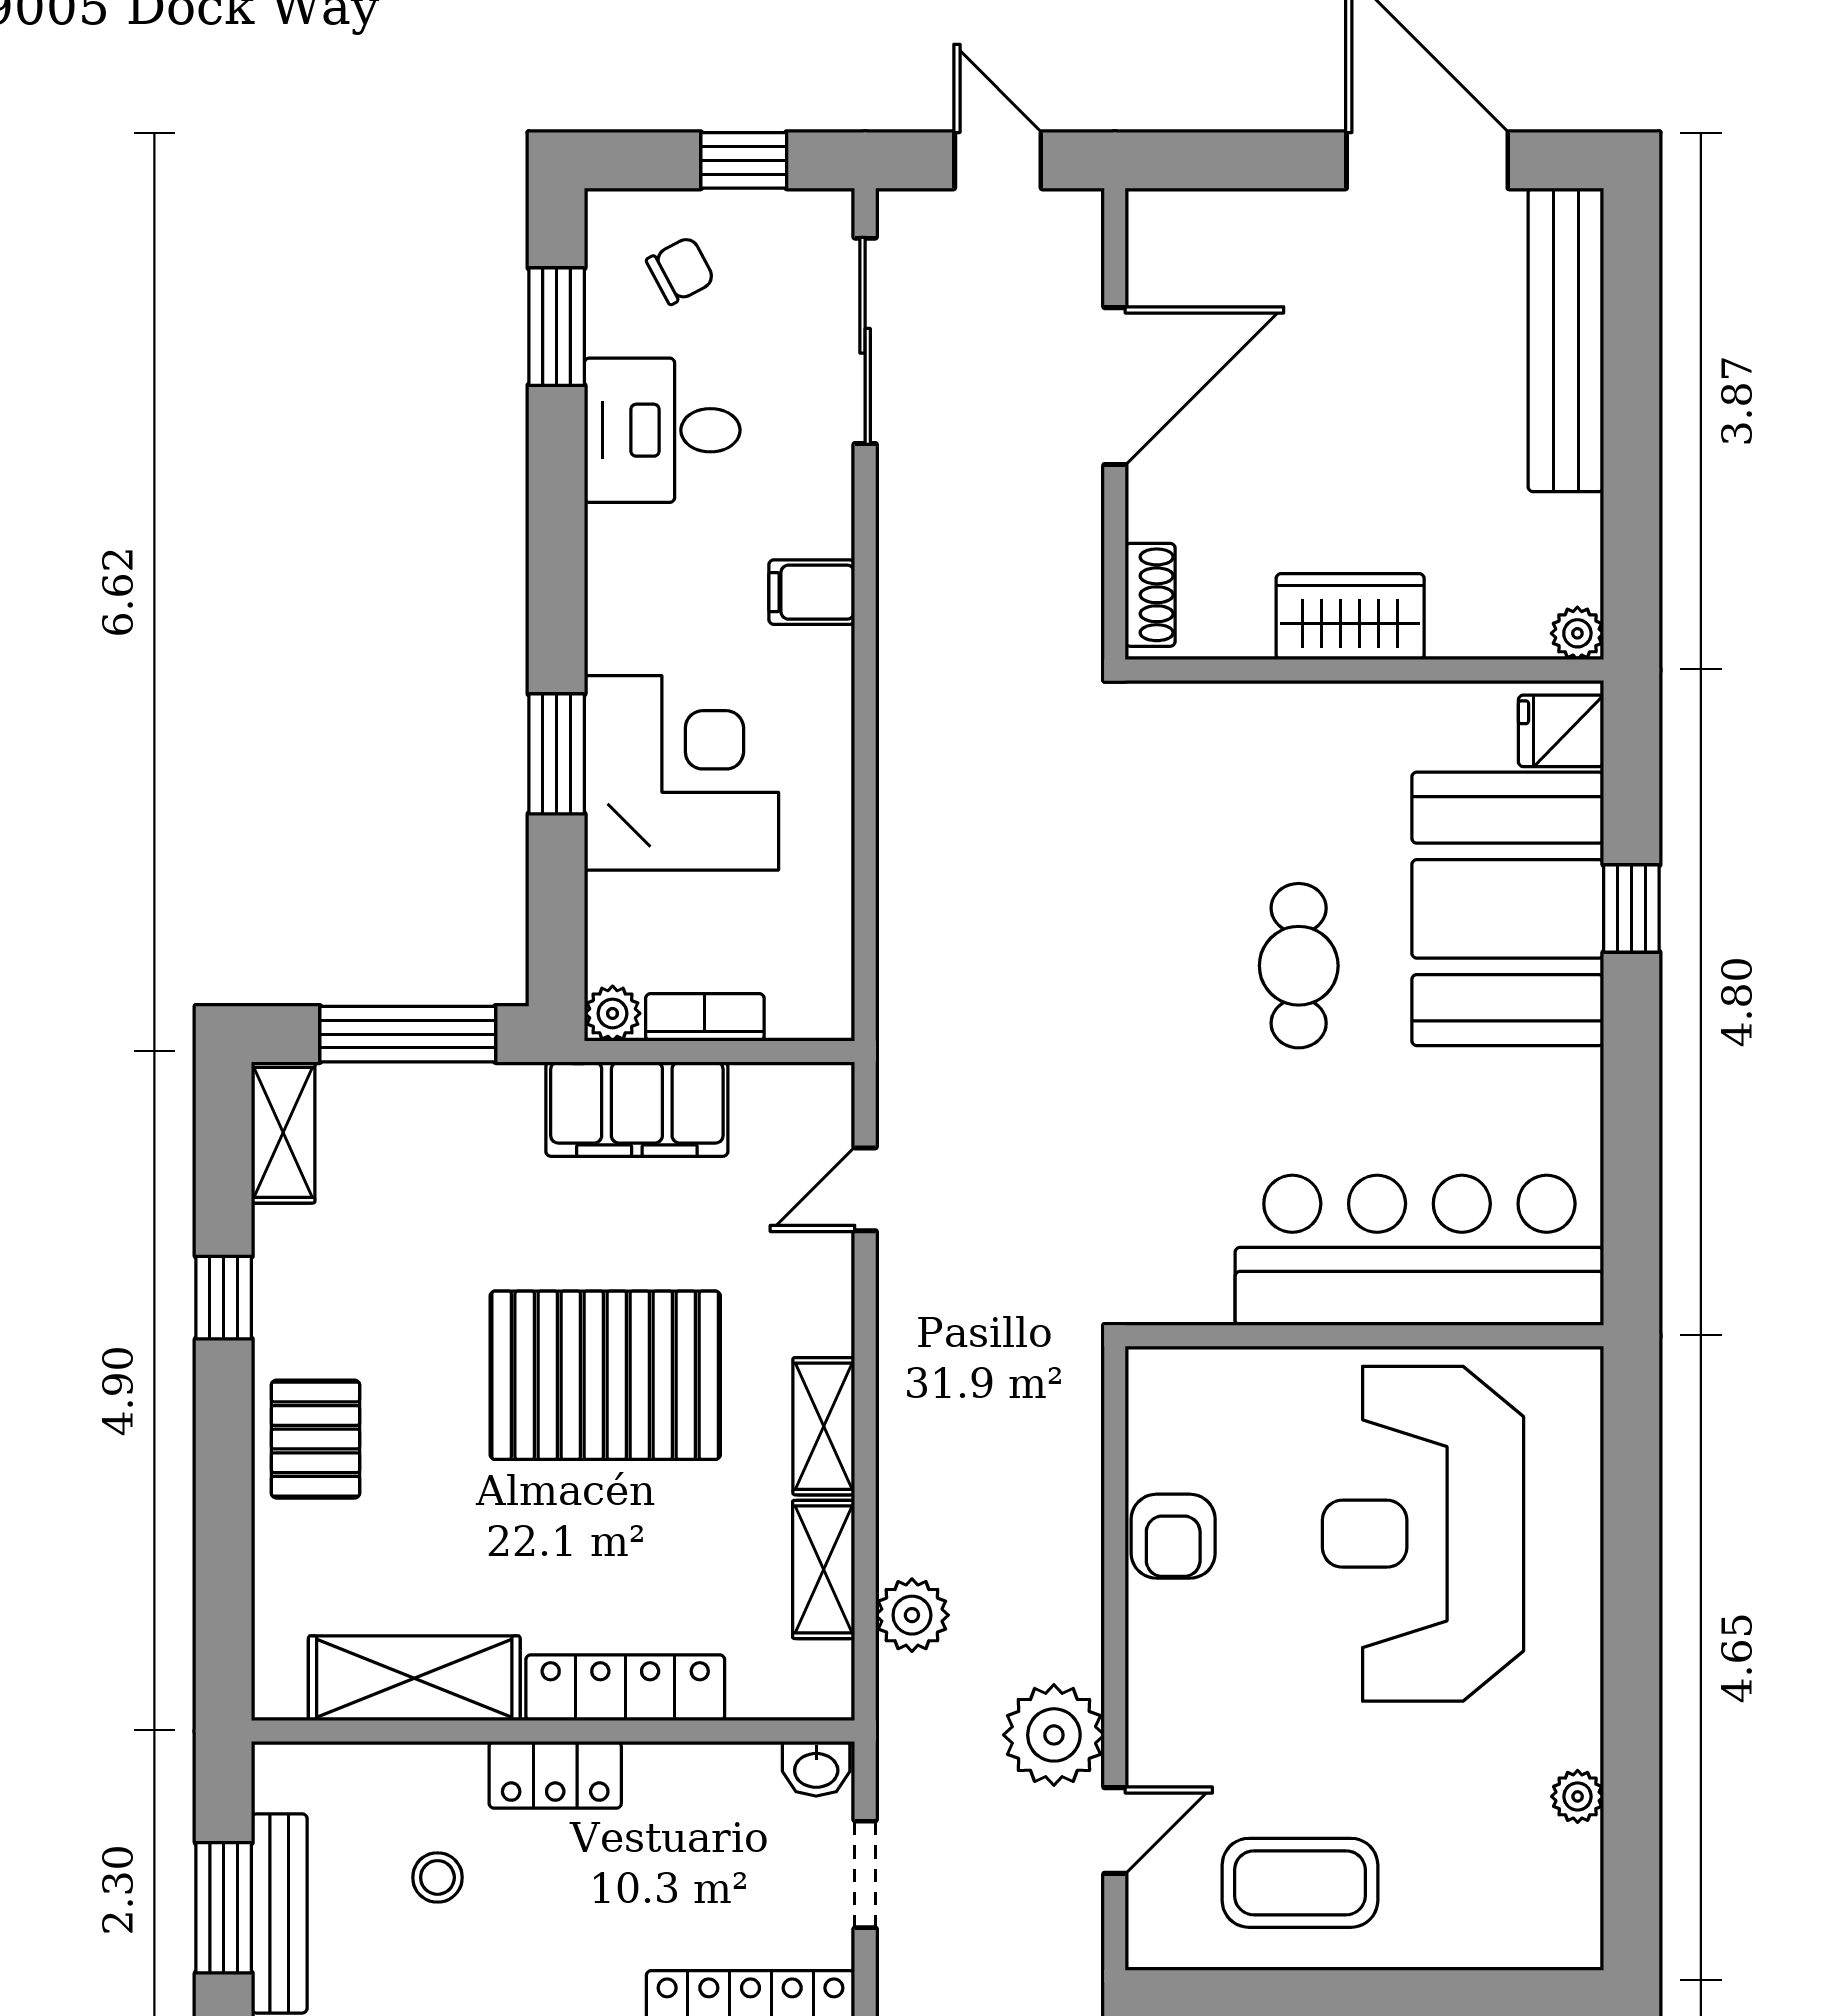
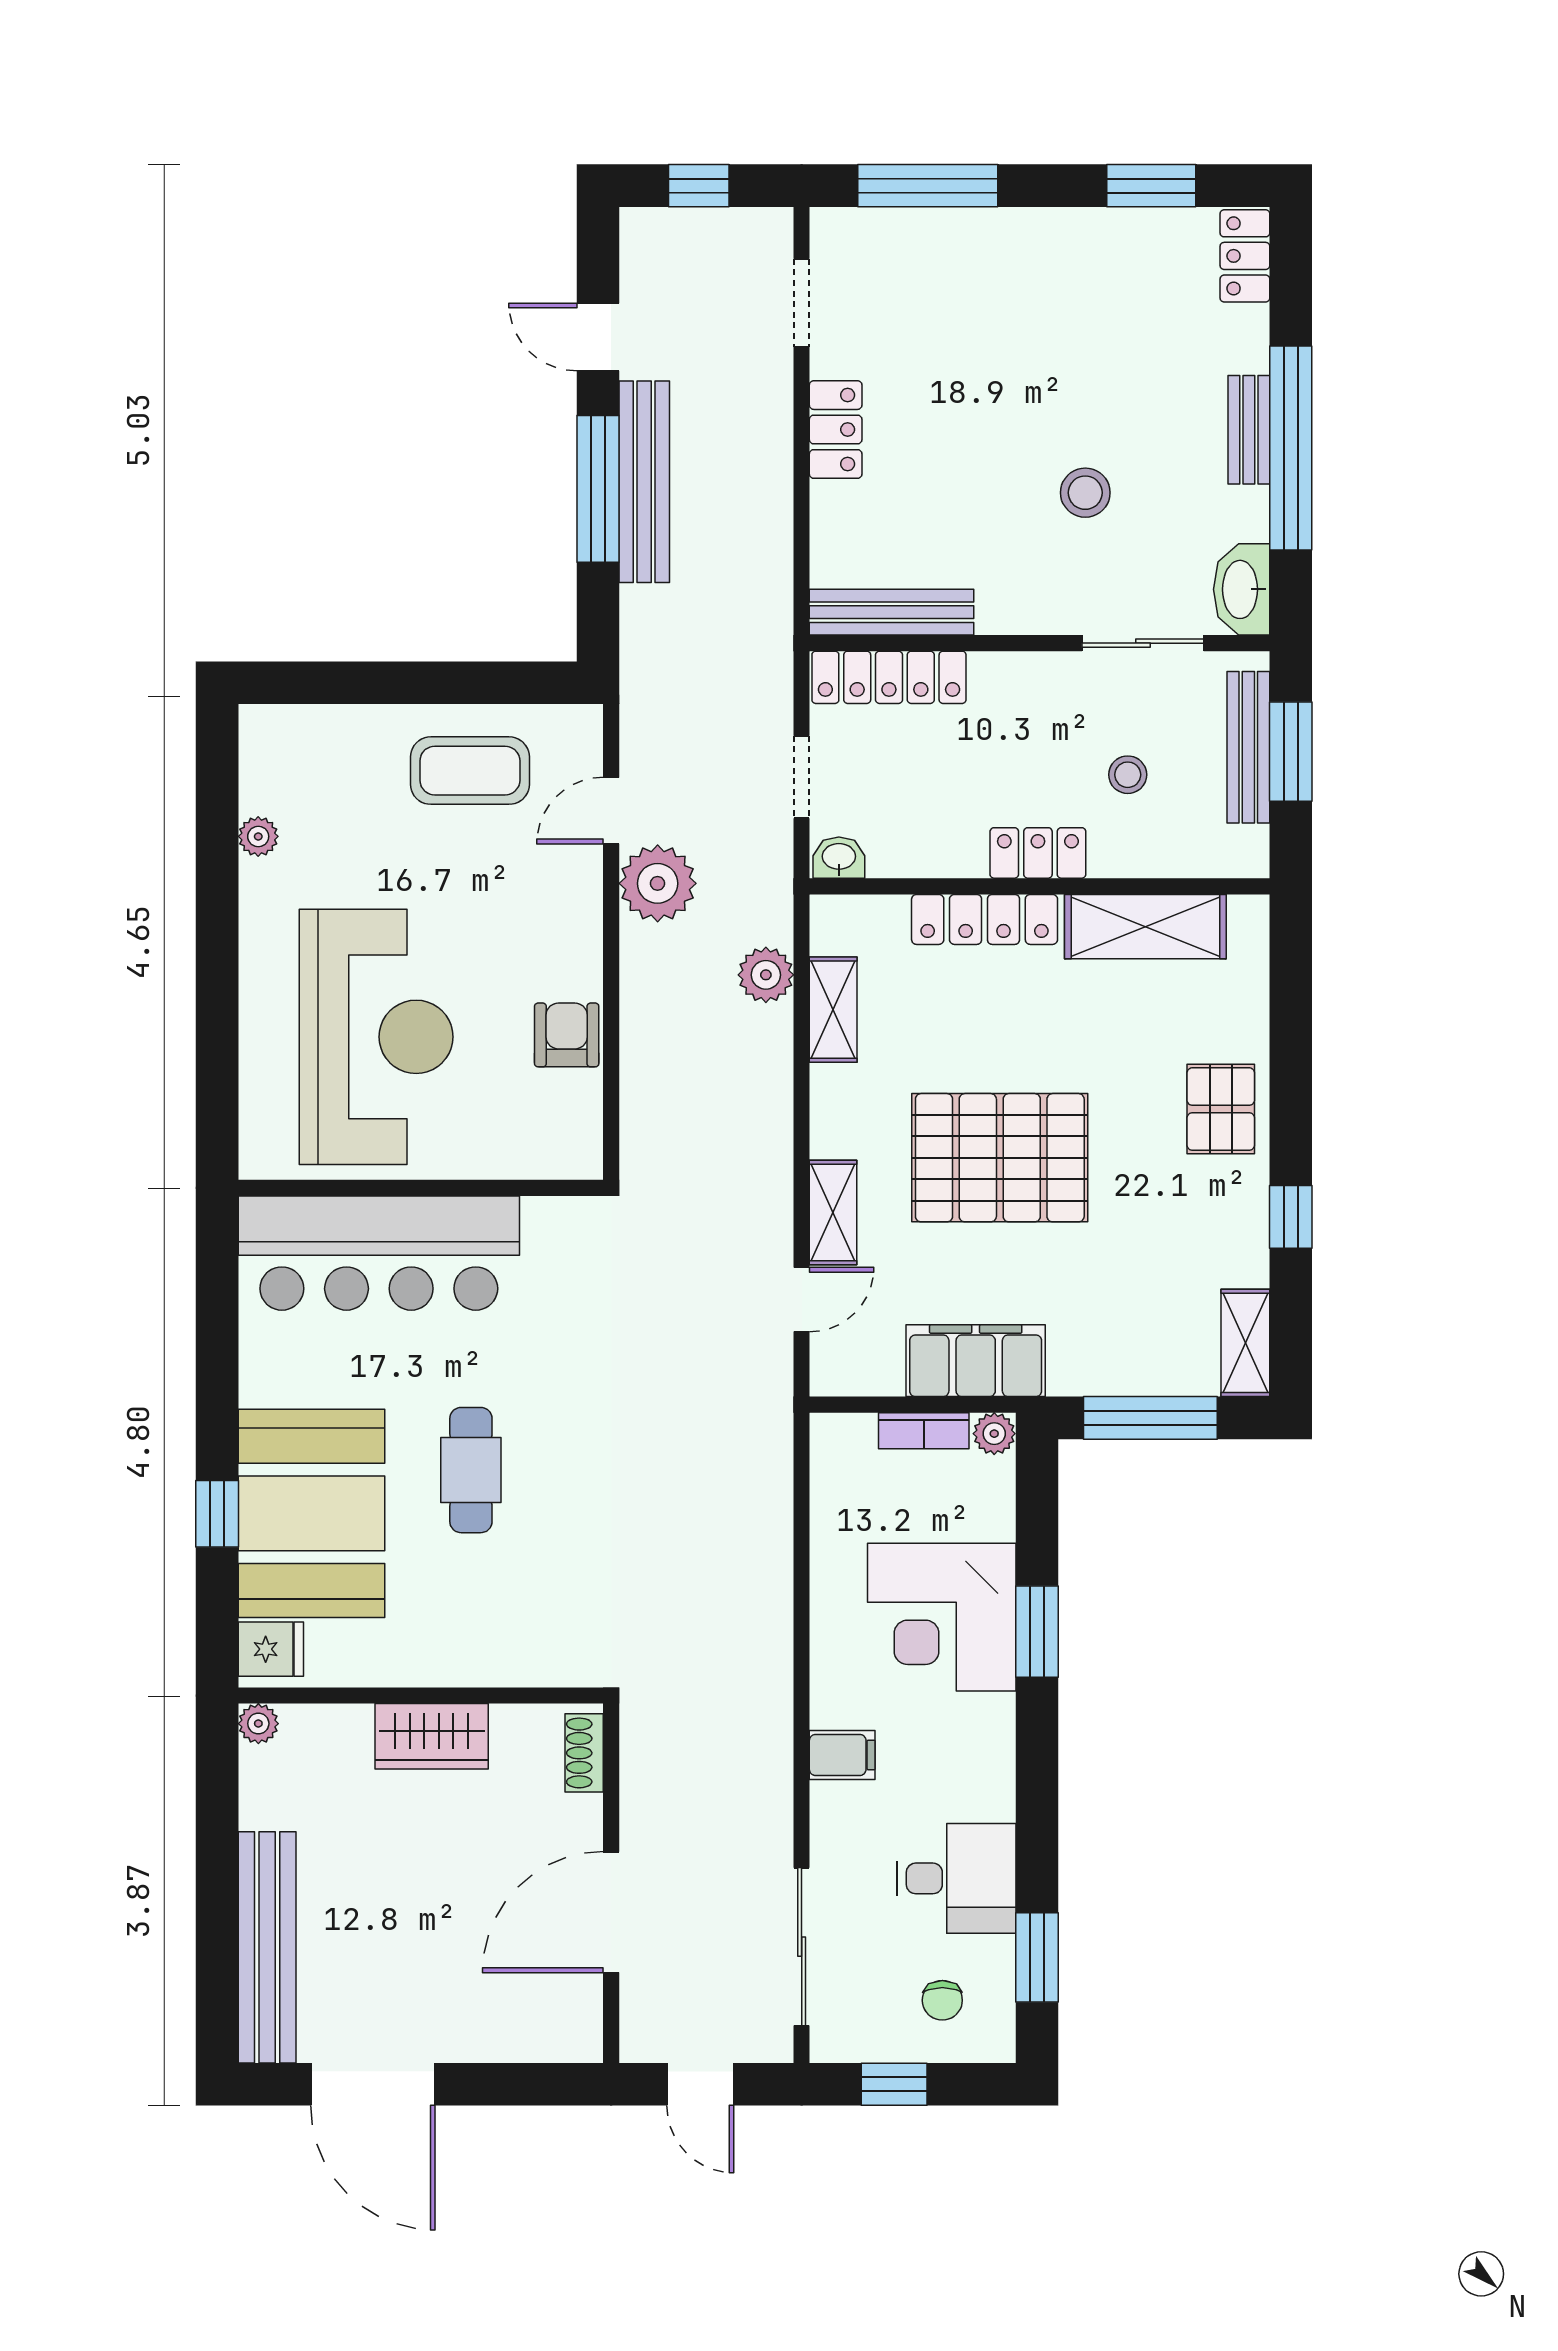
chair: (681, 270) -> (942, 2000), turned -62
shelving: (824, 1426) -> (833, 1213), moved

